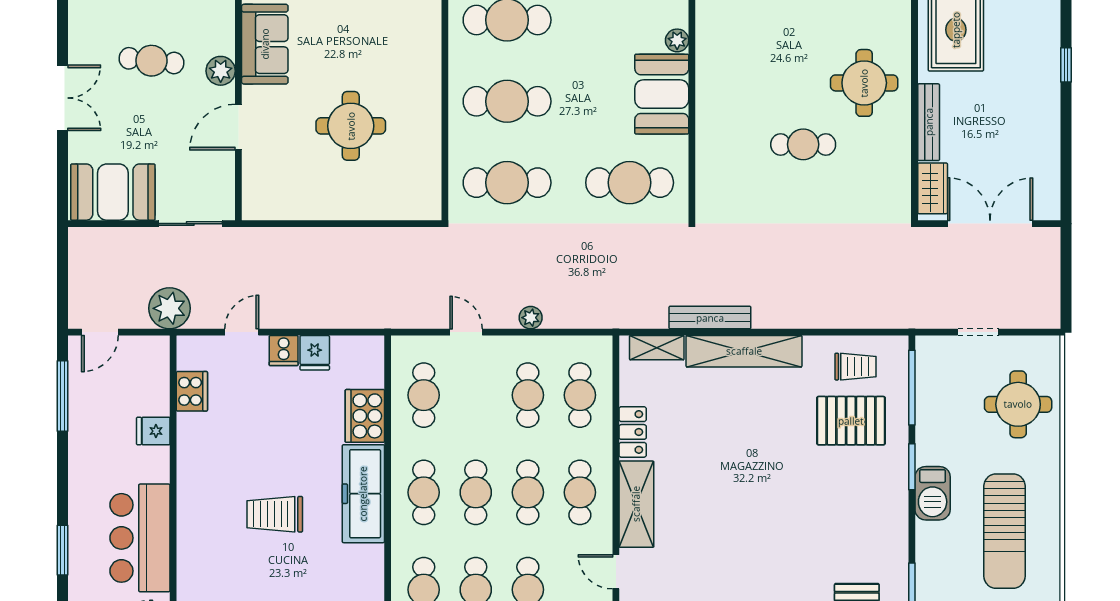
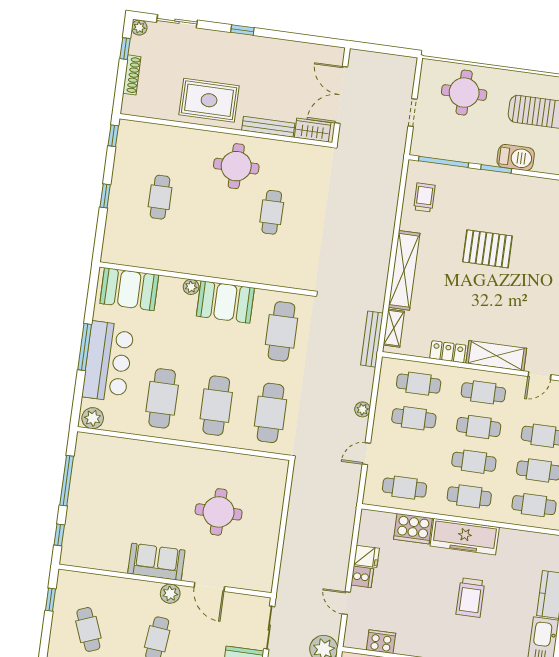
bench: (710, 318) -> (372, 339), moved
pallet: (851, 421) -> (487, 249), moved, turned 90

